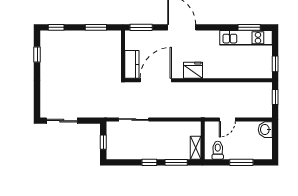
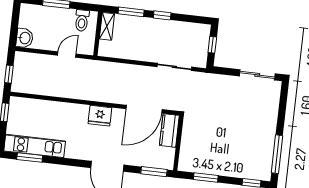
window: (37, 54) -> (277, 154), width x2.17

